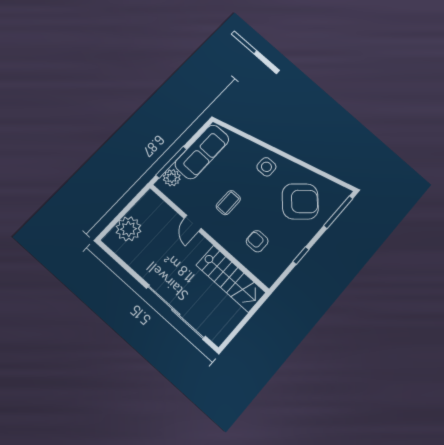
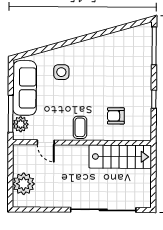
side table: (266, 167) -> (61, 72), moved
armchair: (300, 201) -> (122, 62), removed
coffee table: (228, 203) -> (80, 127), moved
door: (193, 223) -> (46, 142), moved

